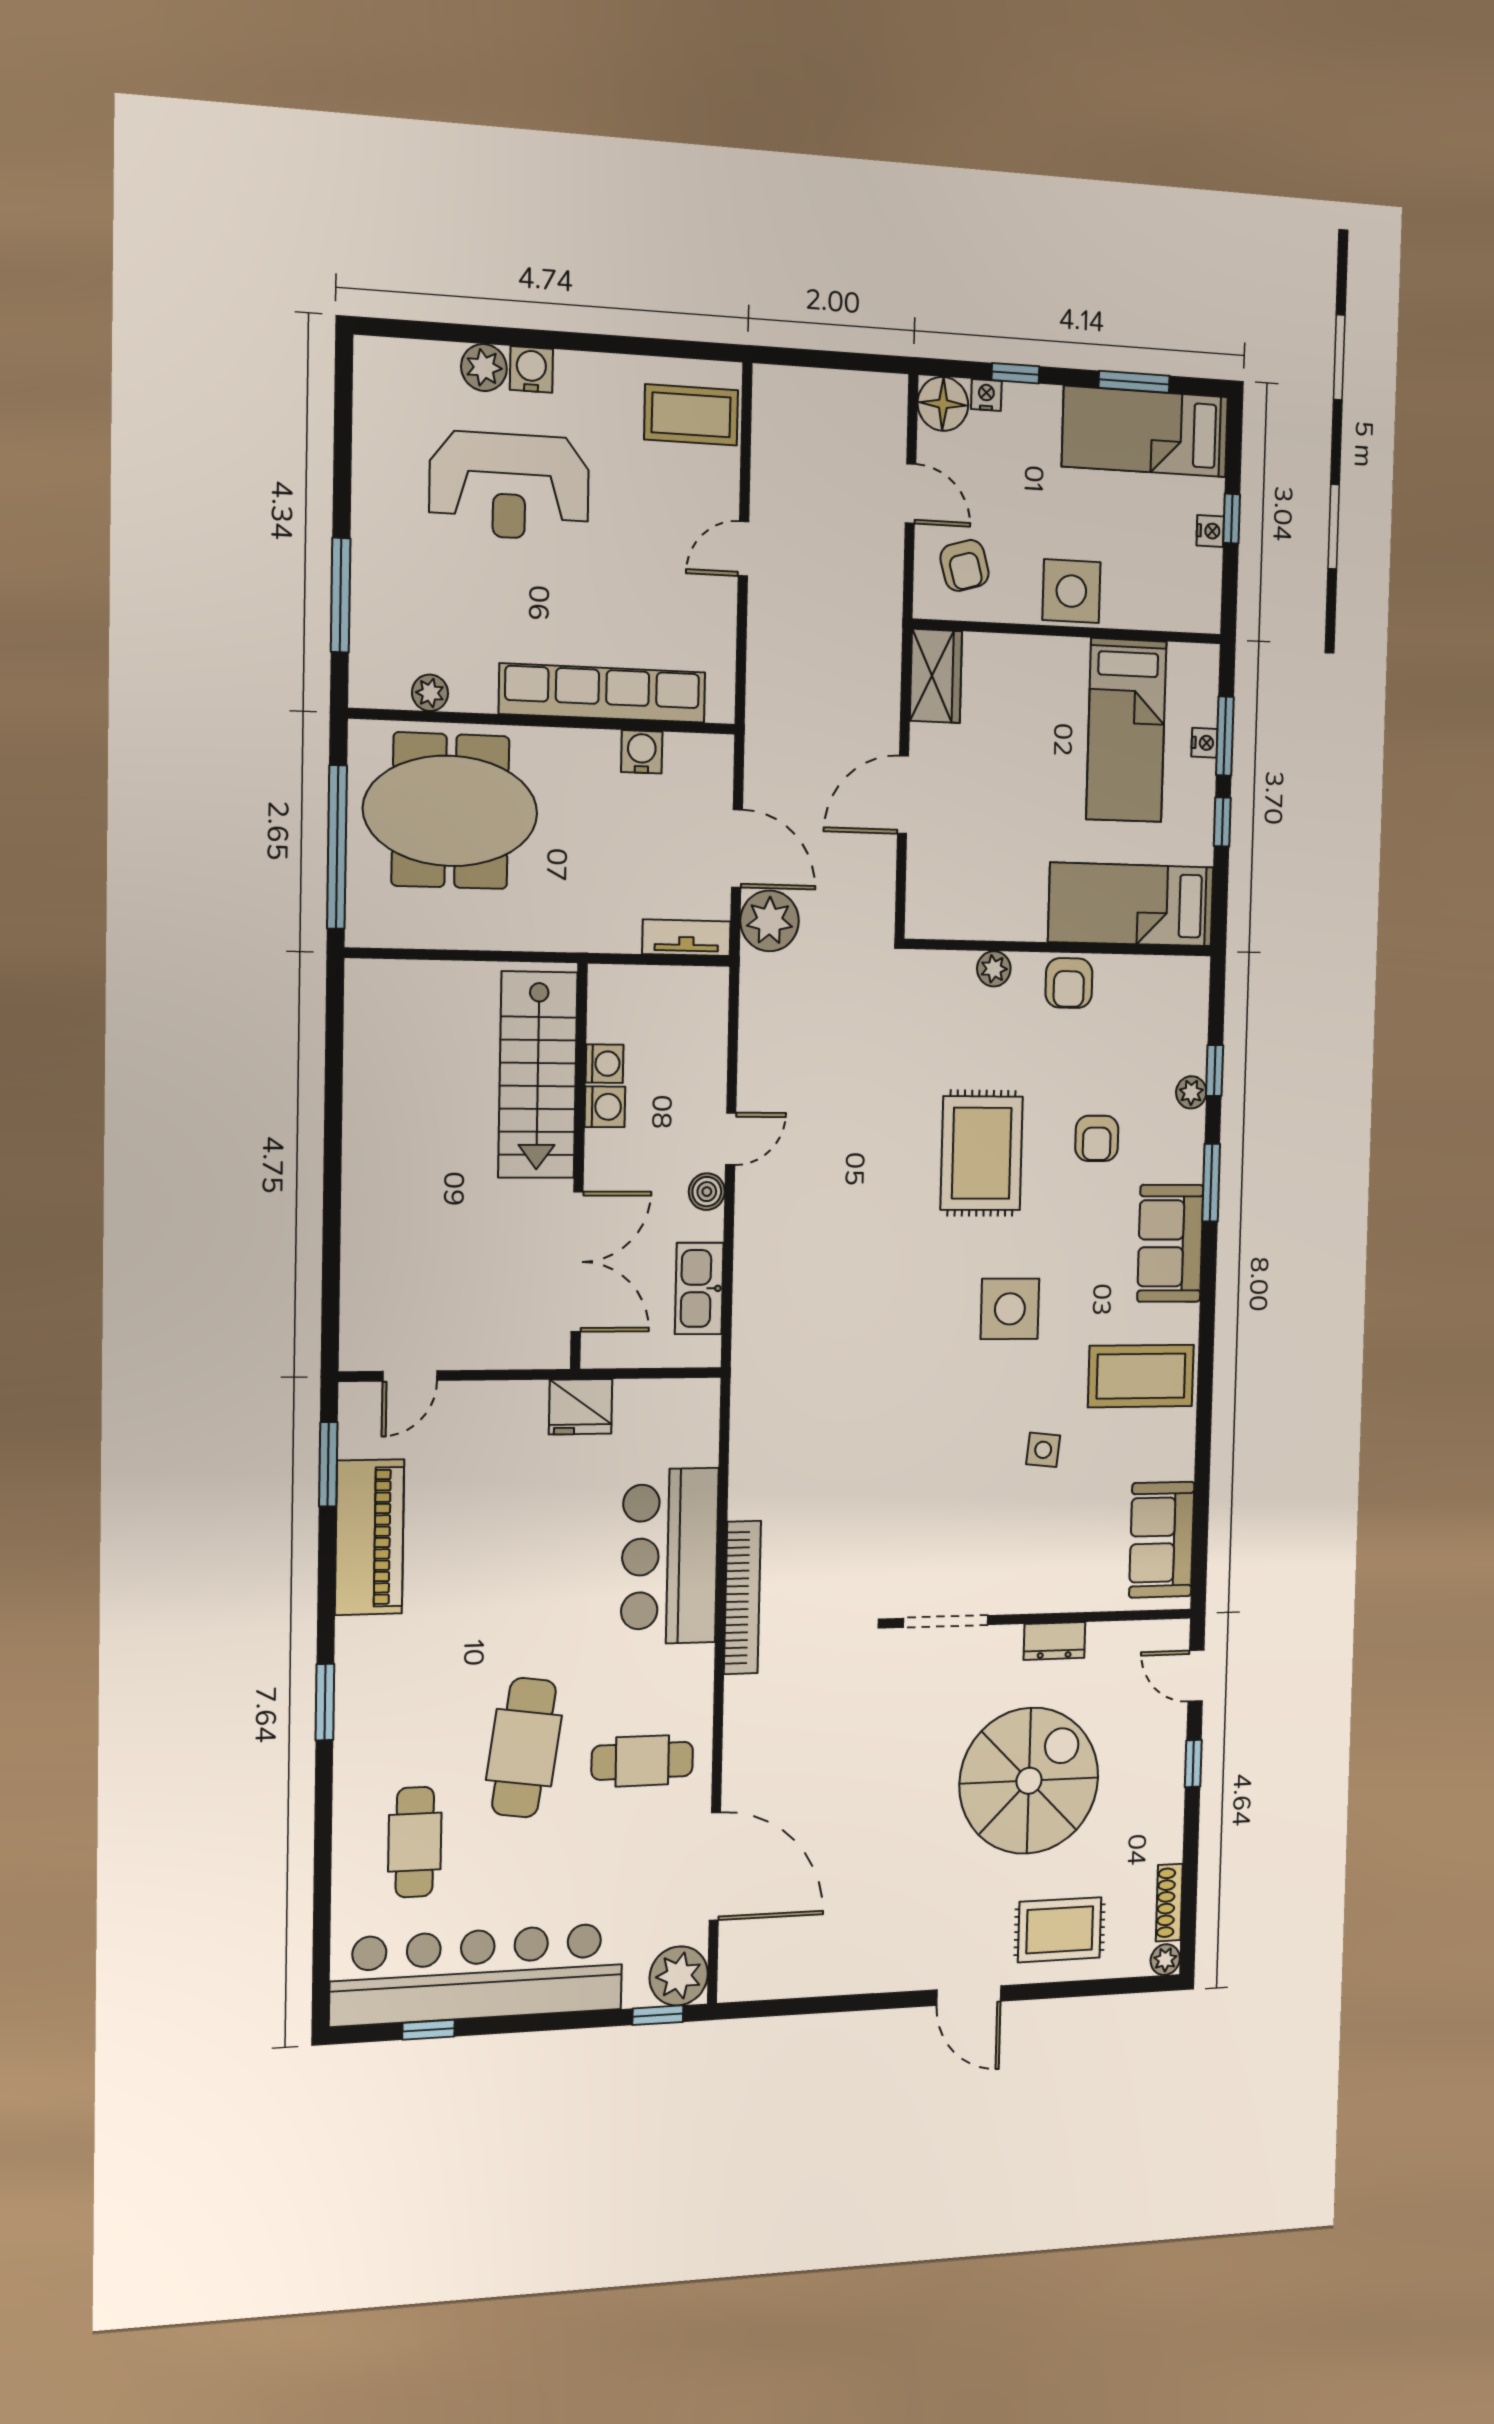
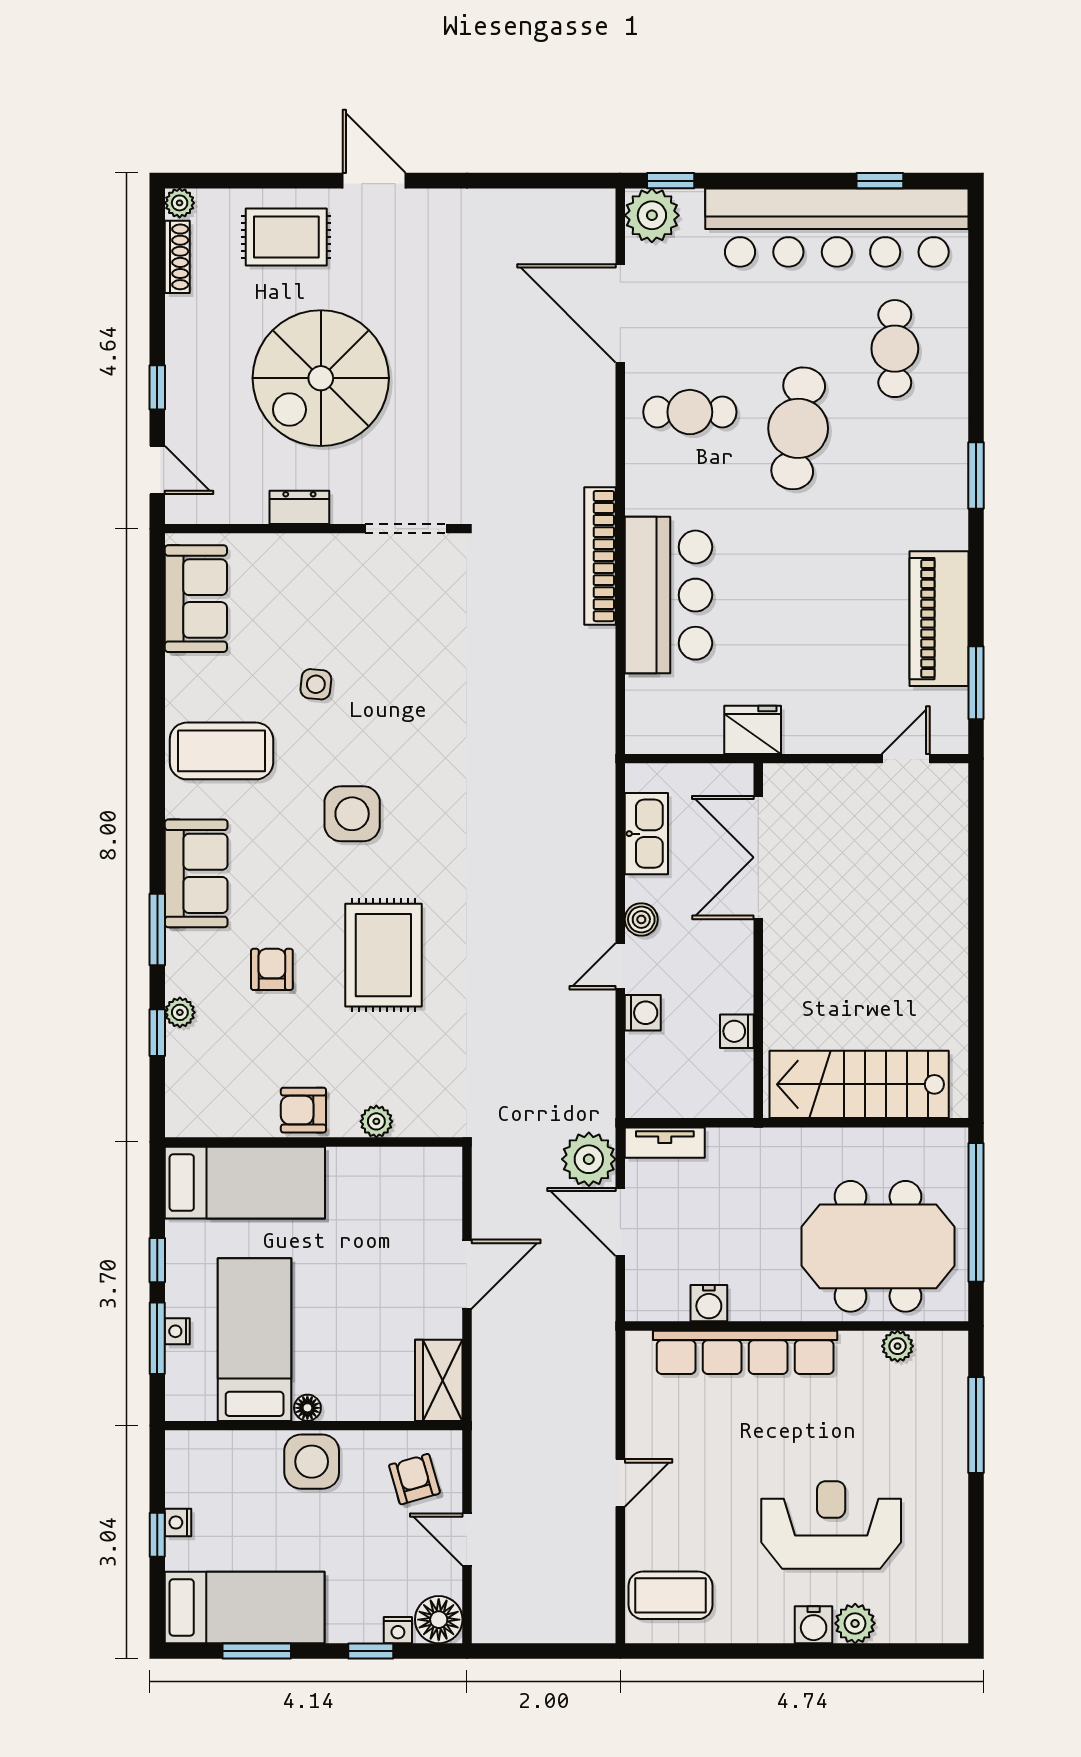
floor lamp: (1074, 652) -> (307, 1408), added
armchair: (1069, 983) -> (303, 1110), turned -90
stairs: (538, 1075) -> (859, 1084), moved, turned -90
washing machine: (605, 1107) -> (643, 1013), moved, turned 180

